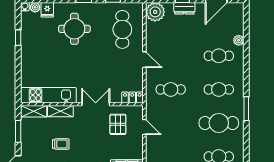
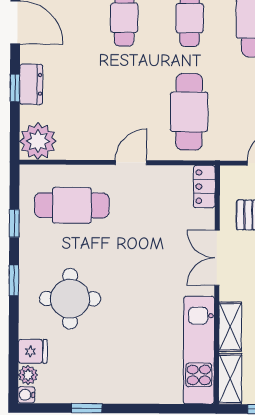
cafe table: (171, 89) -> (189, 112), width x1.37, depth x1.35

